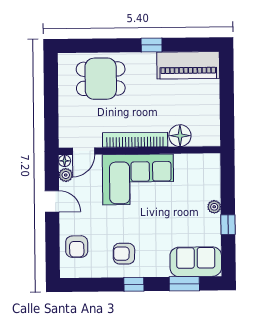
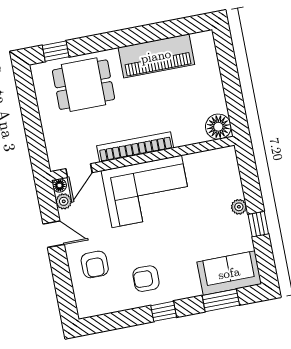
window: (152, 45) -> (56, 51), moved
piano: (188, 65) -> (156, 56), moved
floor lamp: (180, 136) -> (218, 127), moved
armchair: (77, 247) -> (95, 264), moved

